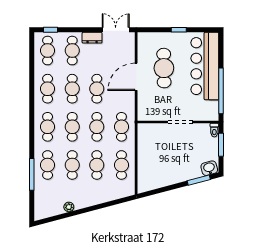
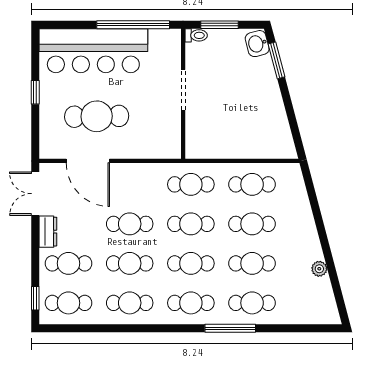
door: (136, 77) -> (88, 161), moved
window: (32, 174) -> (230, 328), moved

